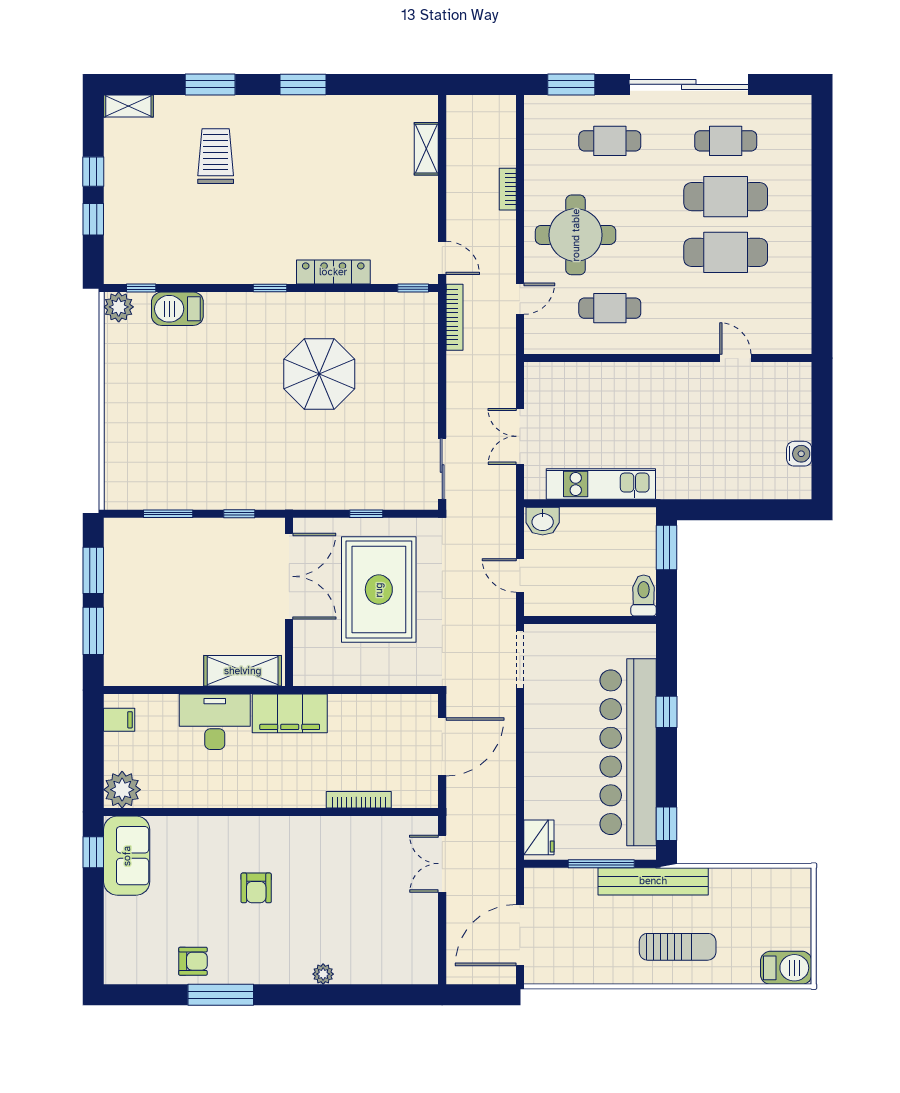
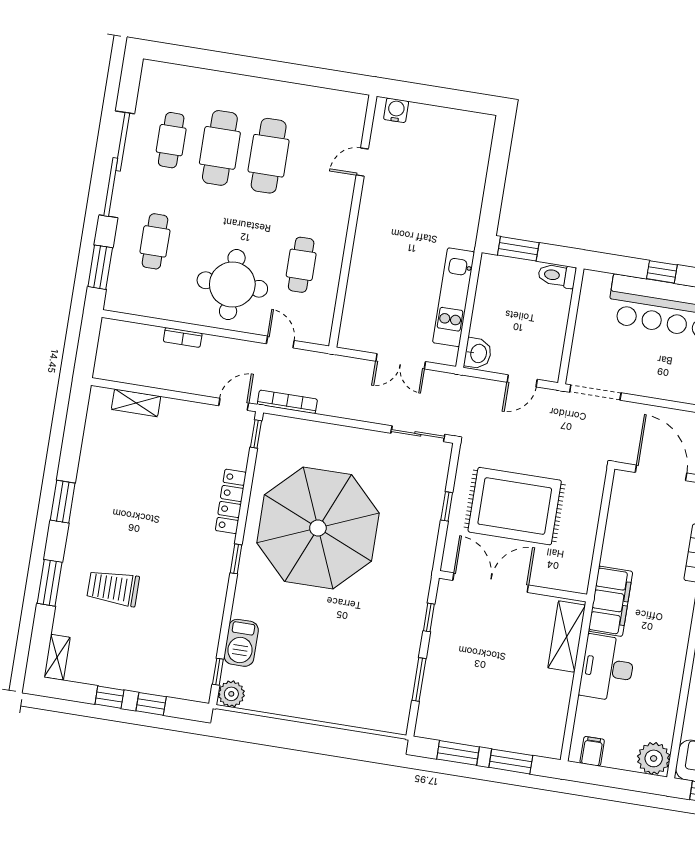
parasol: (319, 374) -> (318, 528), width x1.86, depth x1.86
water cooler: (799, 454) -> (396, 110), moved

